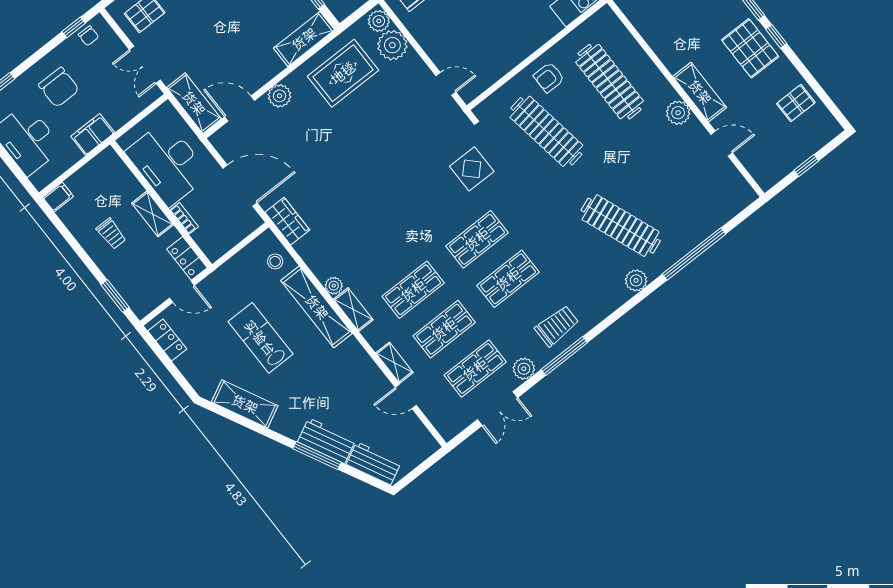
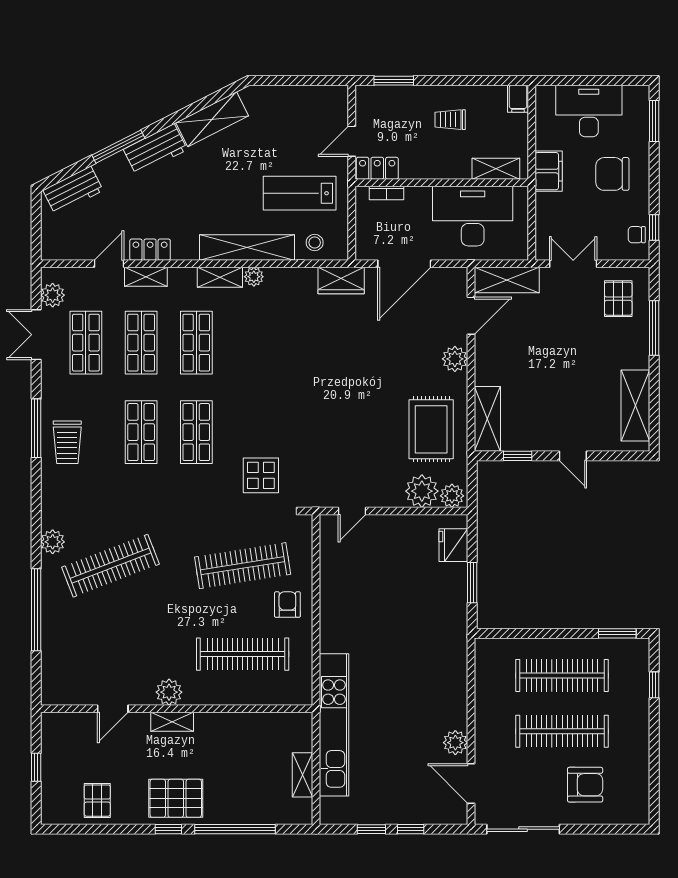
shelving: (700, 92) -> (172, 722), width x0.67, depth x0.75
shelving: (152, 214) -> (496, 169), moved
bookcase: (184, 218) -> (386, 193), moved
lab bench: (260, 338) -> (300, 193), moved, turned 180
locker: (167, 340) -> (150, 250), moved, turned 180
plant: (524, 369) -> (53, 295), moved
workbench: (327, 441) -> (155, 149), moved

